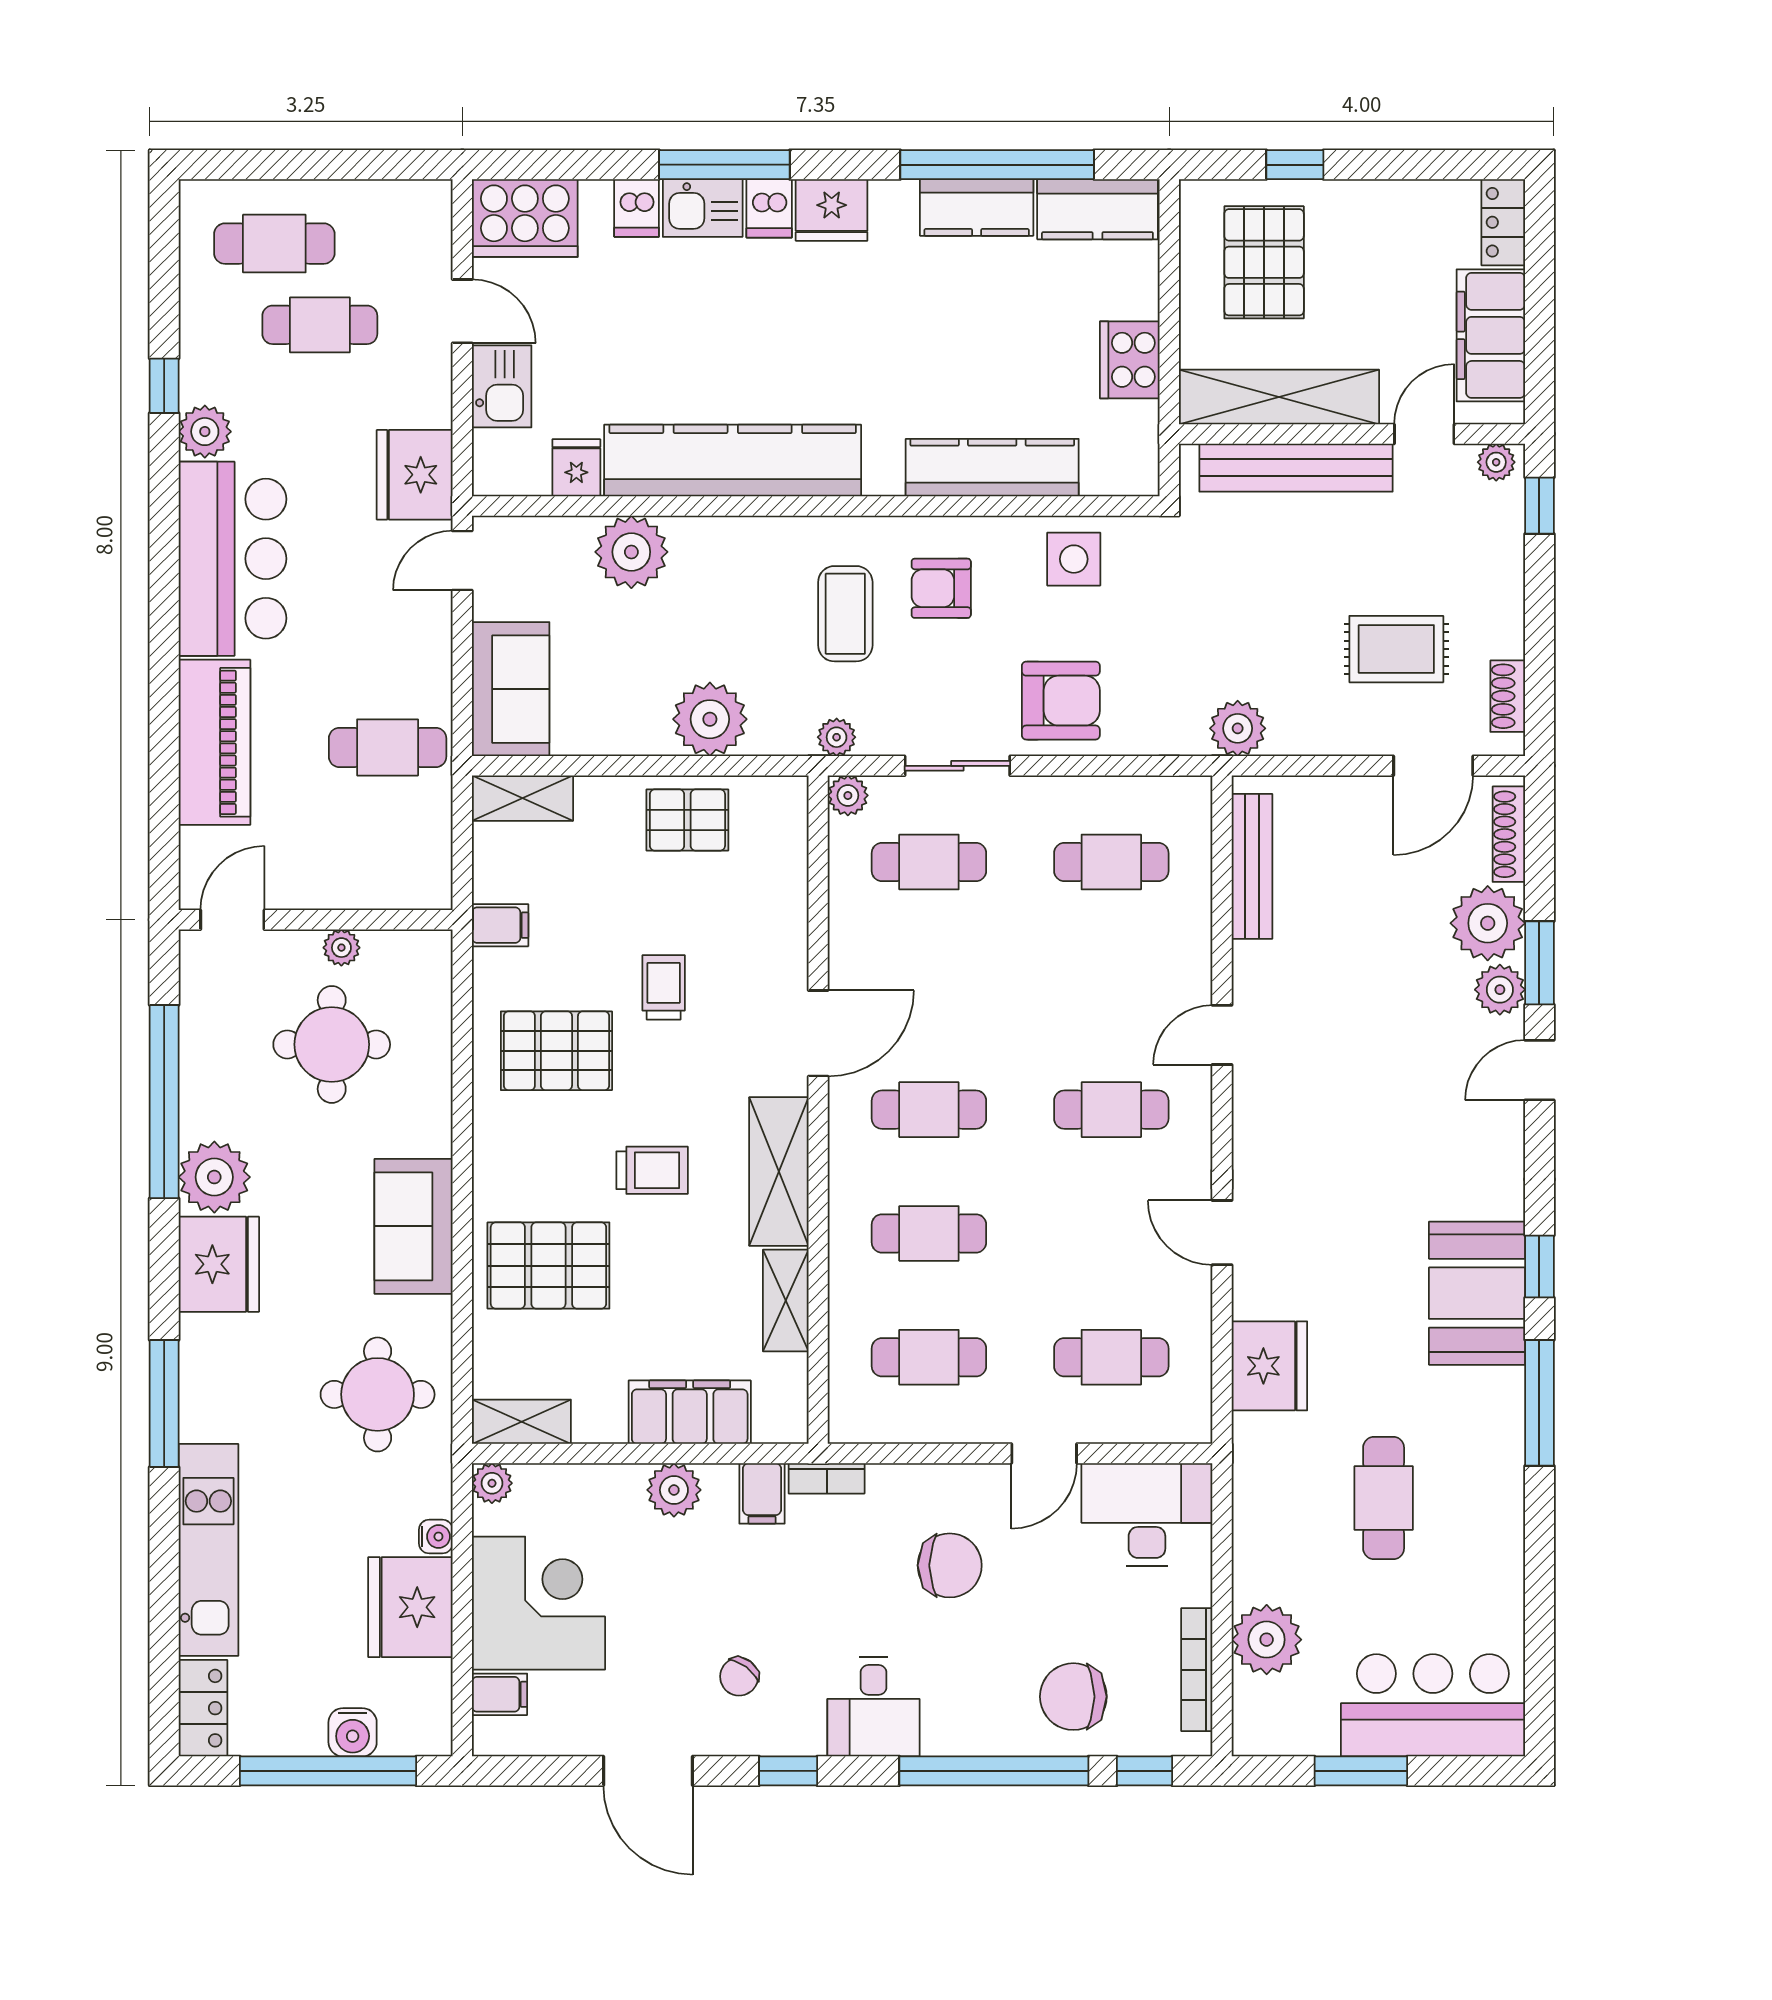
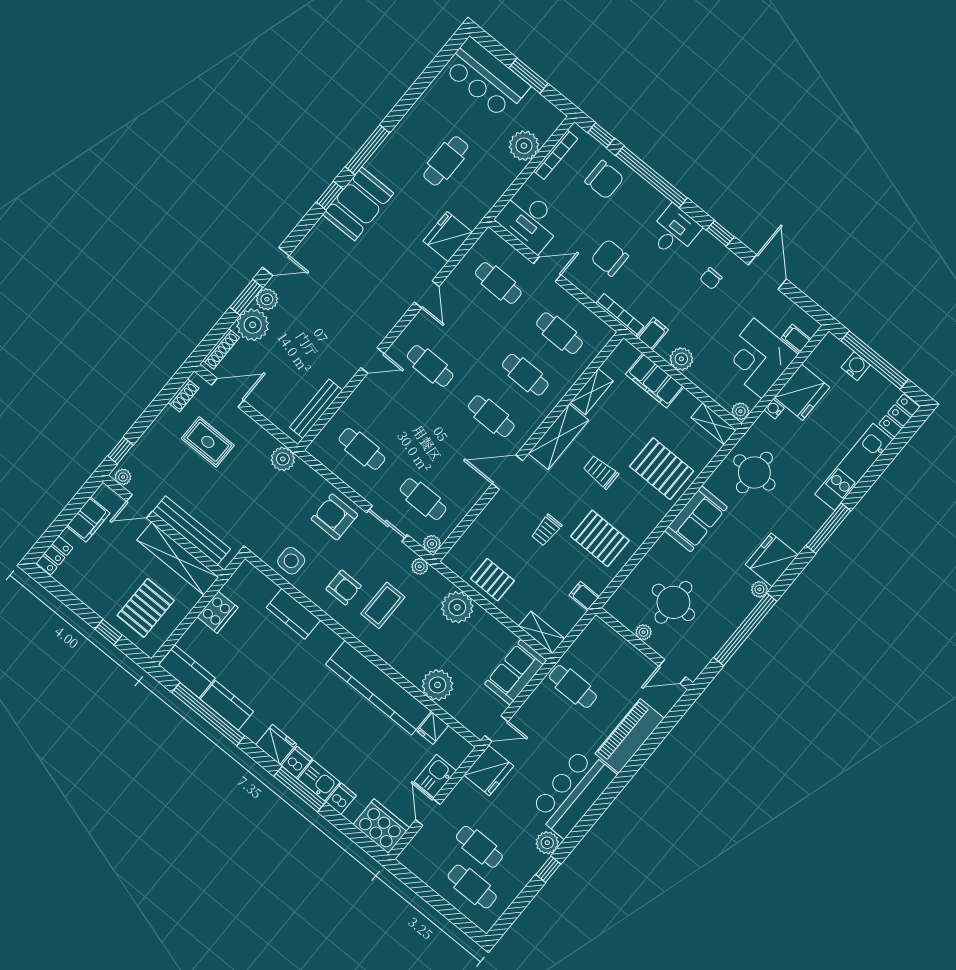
filing cabinet: (1491, 335) -> (88, 520), width x0.67, depth x0.86
kitchen counter: (992, 468) -> (293, 614), width x0.67
plant: (214, 1177) -> (759, 589), width x0.53, depth x0.53
bookcase: (827, 1478) -> (620, 315), width x1.56
chair: (739, 1677) -> (711, 278), turned 143

